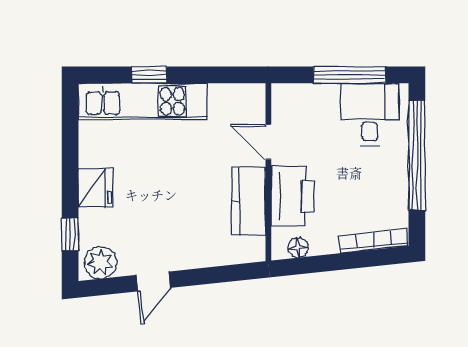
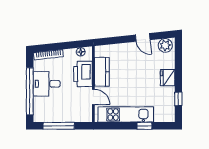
kitchen unit: (143, 101) -> (126, 114), moved
desk: (370, 114) -> (47, 84), moved, turned 90
window: (70, 234) -> (178, 99), moved
door: (153, 281) -> (143, 37), swing flipped

